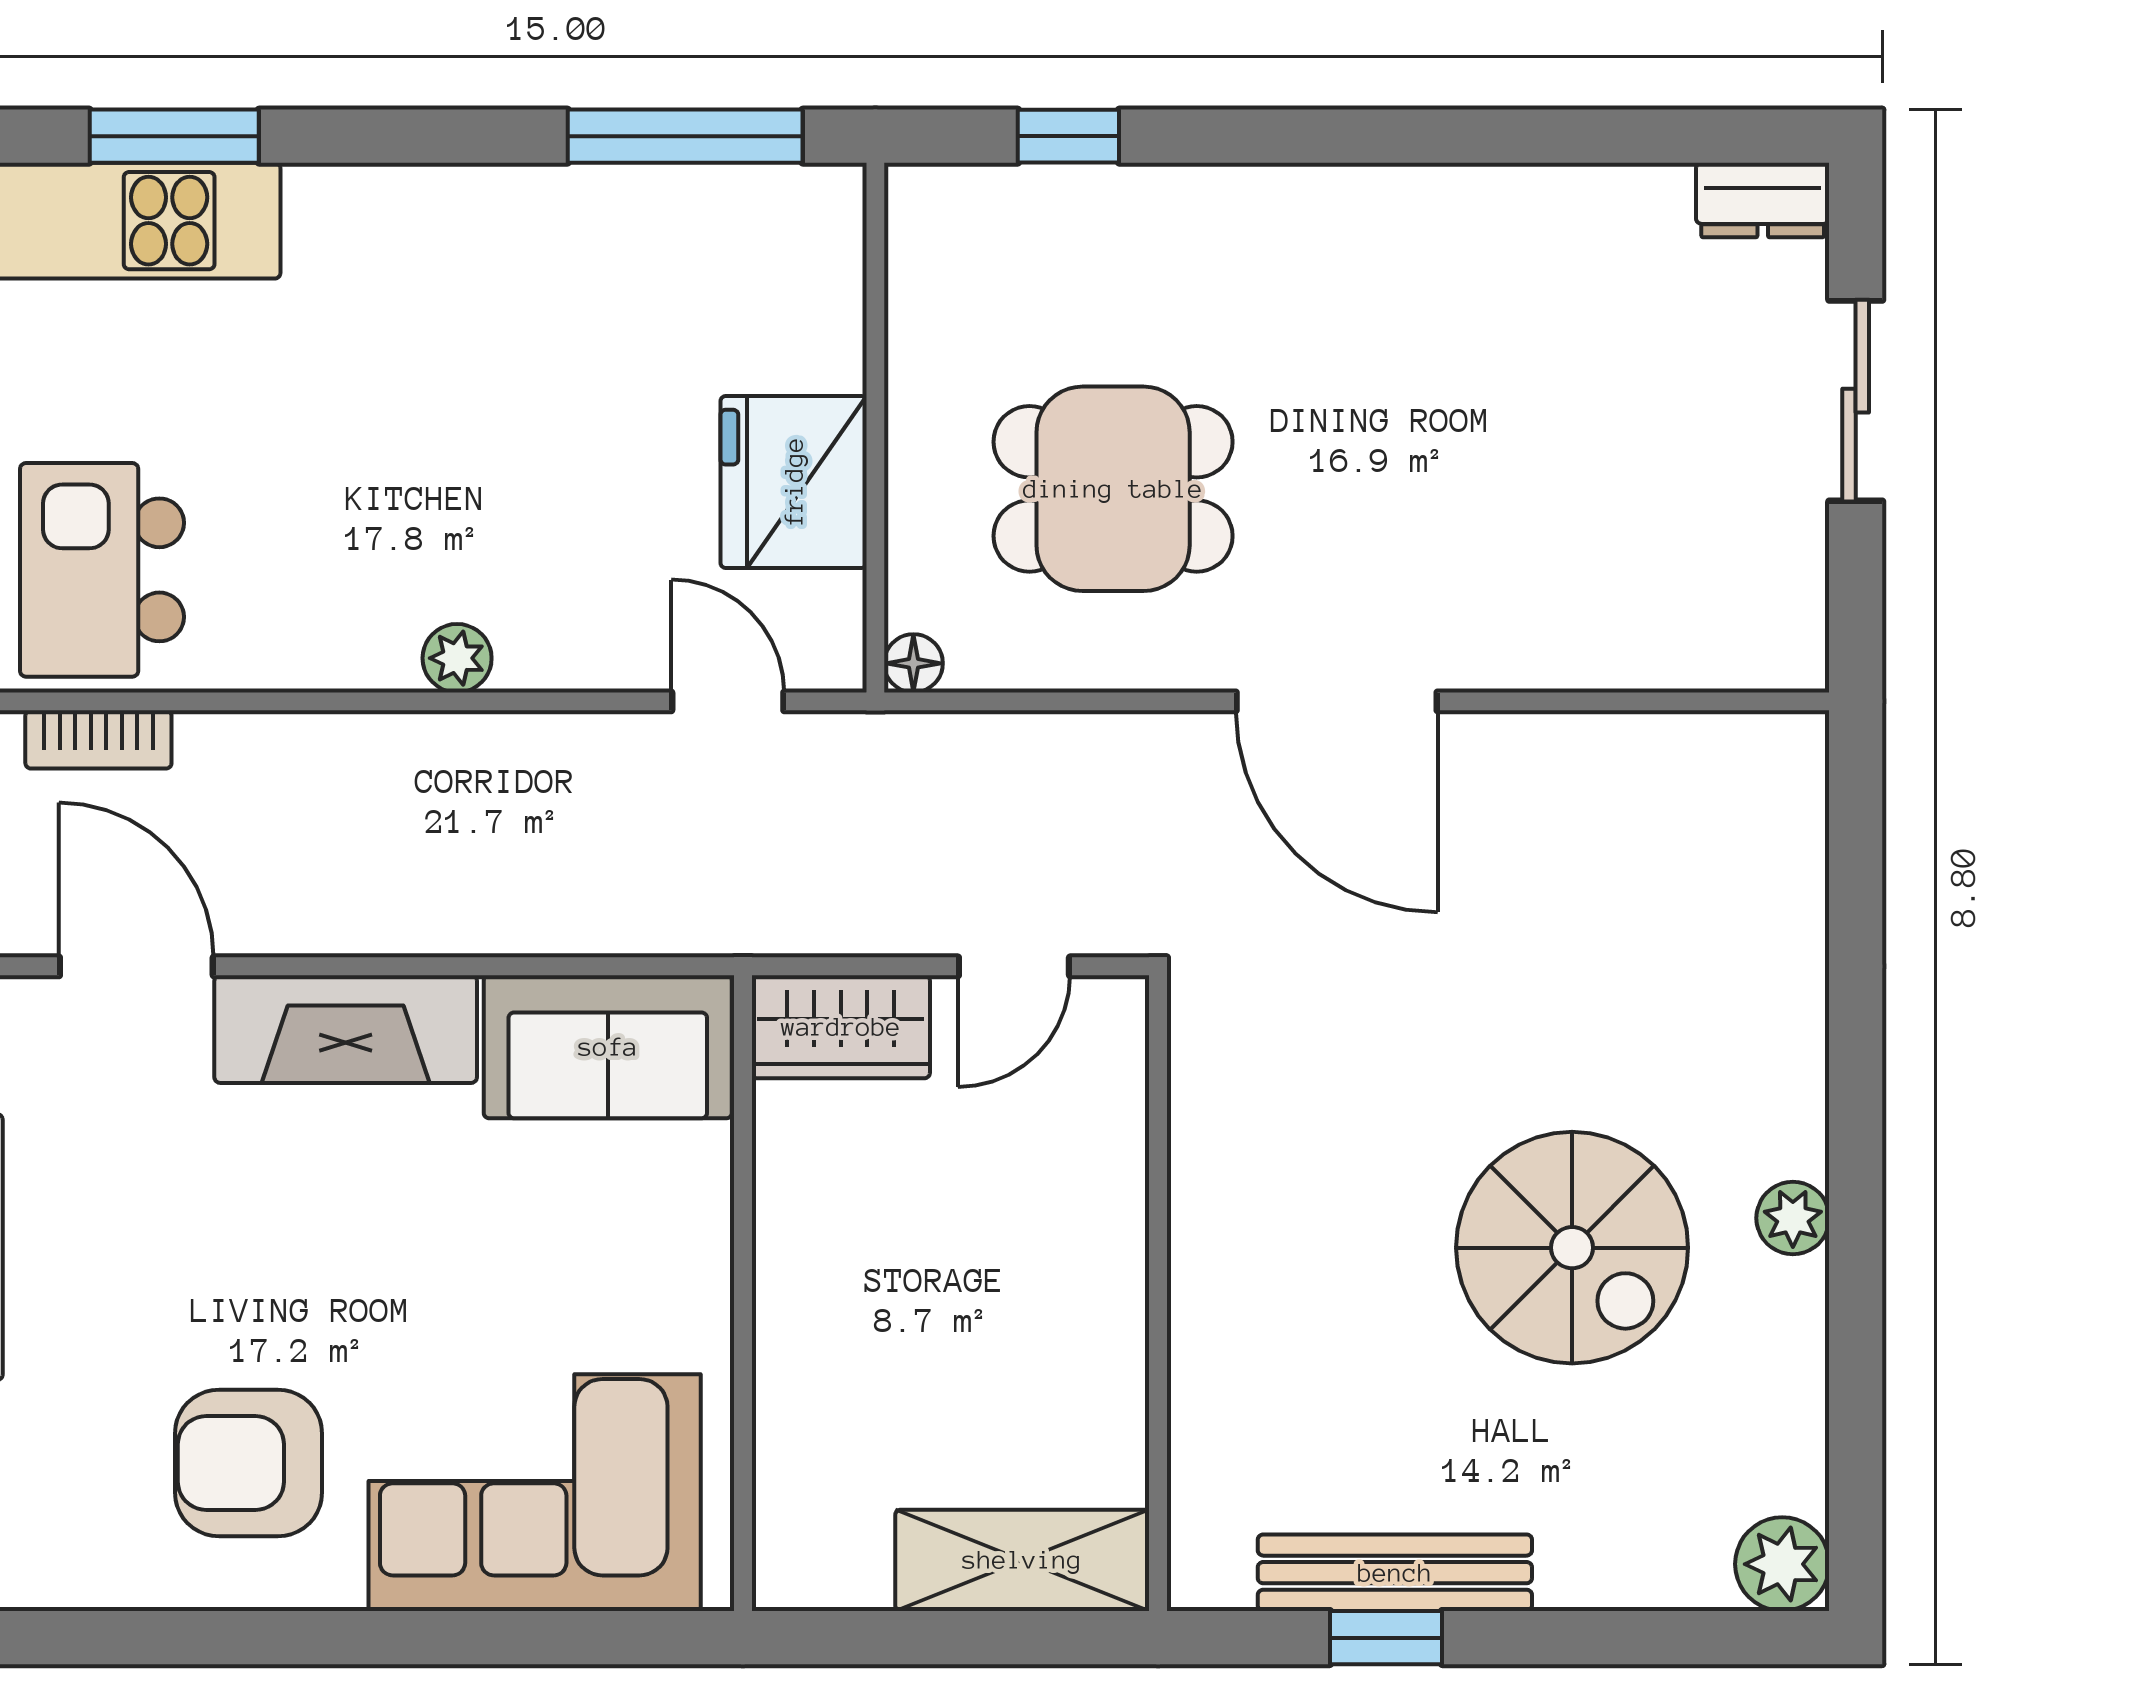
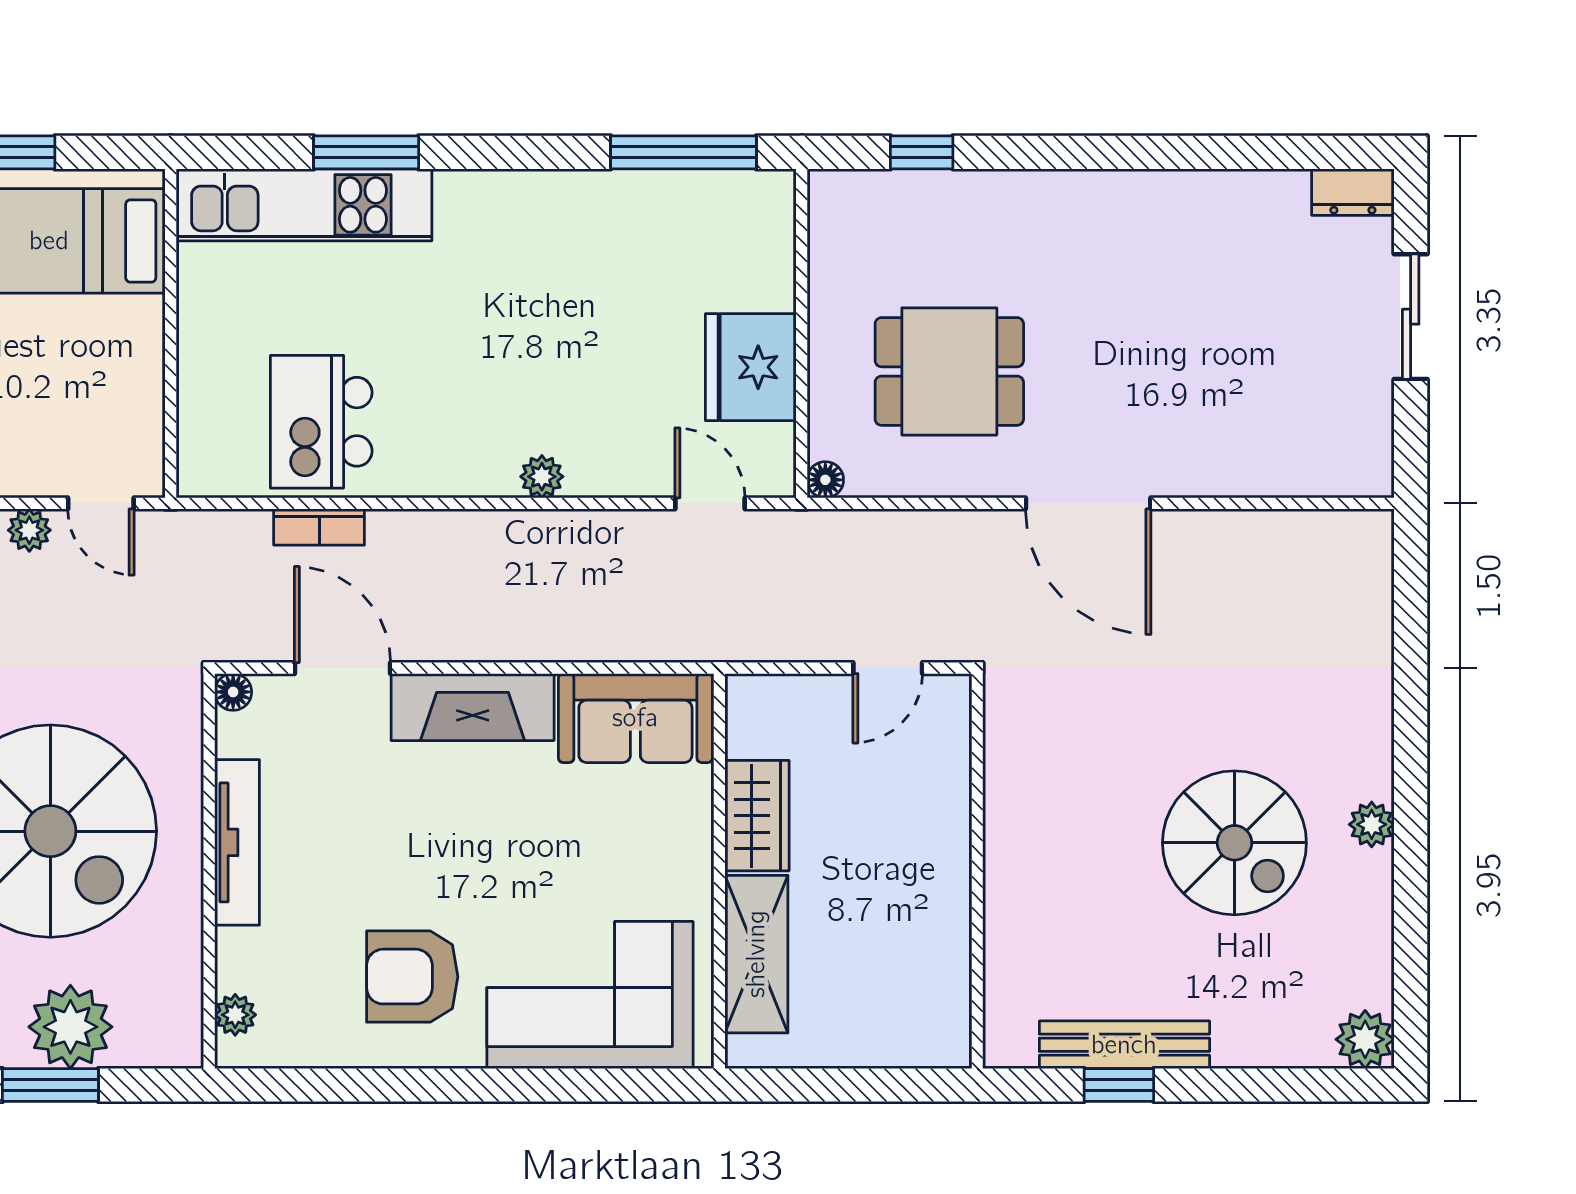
wardrobe: (841, 1027) -> (757, 816), moved, turned -90
shelving: (1022, 1560) -> (756, 954), moved, turned 90

